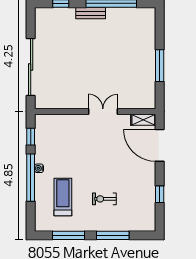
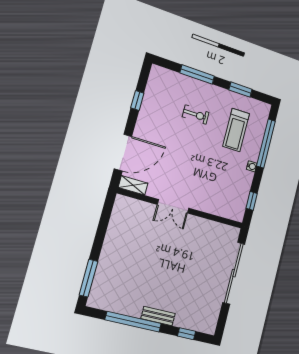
window: (160, 66) -> (88, 278), moved
door: (160, 145) -> (123, 153), hinge flipped
window: (31, 178) -> (266, 143), moved
window: (68, 235) -> (240, 90), width x0.69

